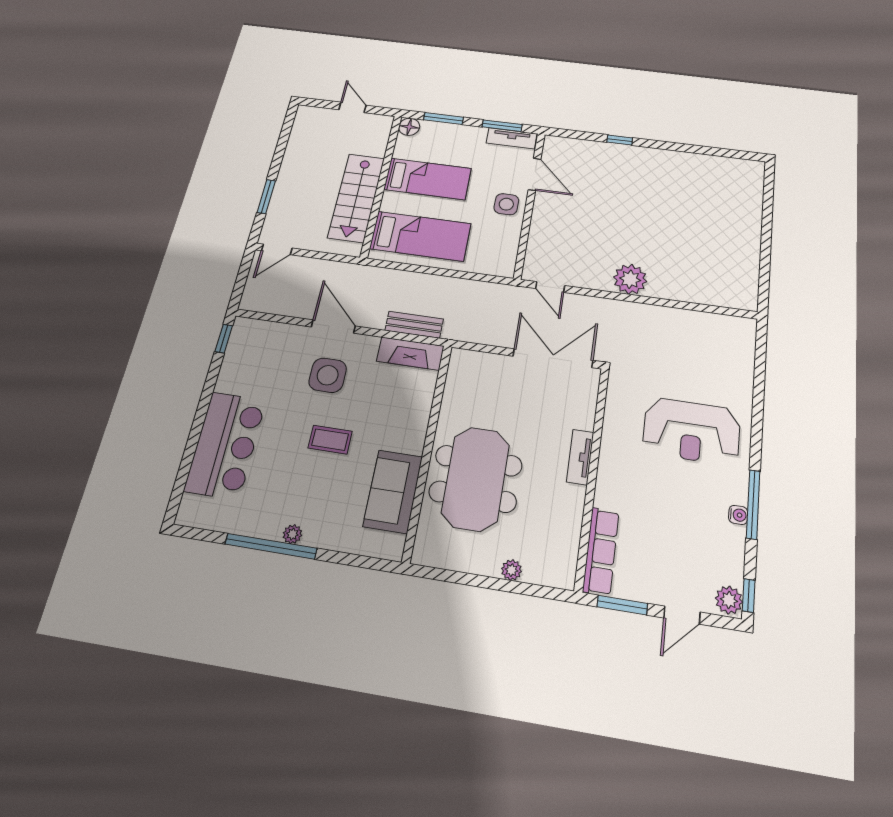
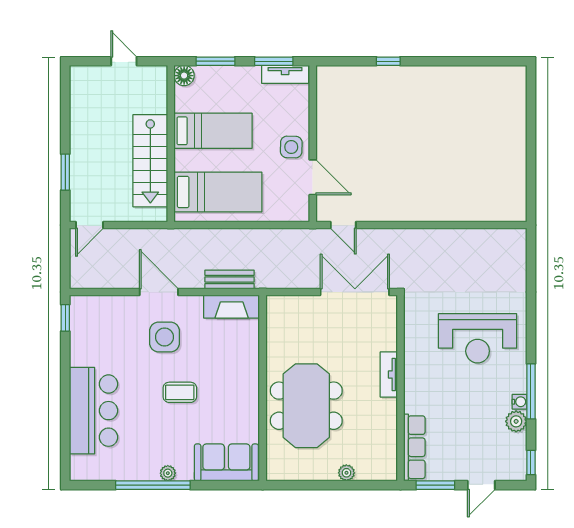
door: (535, 174) -> (313, 177), moved
plant: (630, 279) -> (413, 207), removed
sofa: (393, 491) -> (226, 462), moved, turned 90
plant: (729, 600) -> (516, 421), moved

